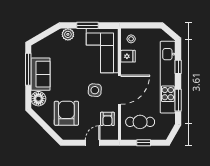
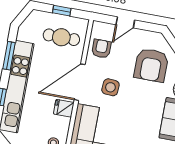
fridge: (128, 56) -> (64, 108), moved

